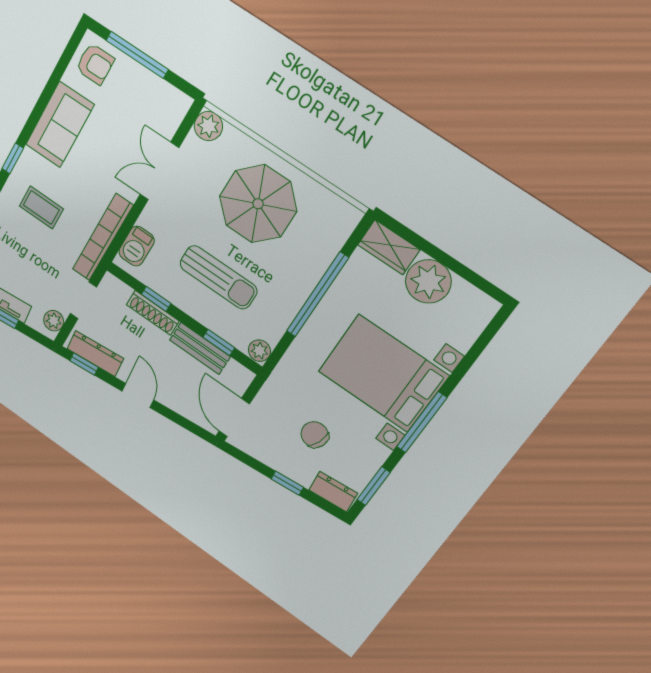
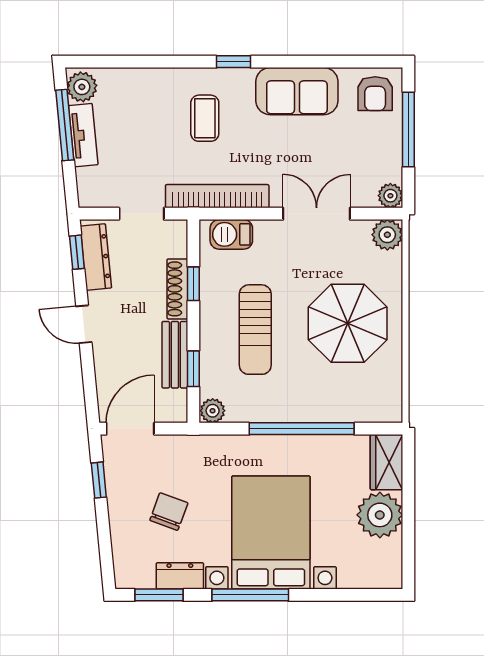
plant: (54, 321) -> (390, 196), moved
door: (138, 395) -> (84, 324), swing flipped
window: (287, 483) -> (99, 480), moved
dresser: (333, 492) -> (180, 576), moved, turned -85

